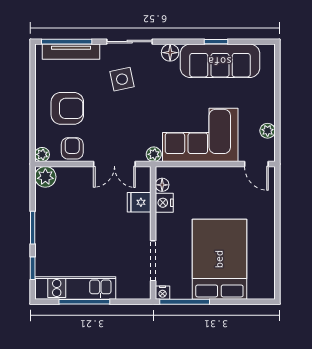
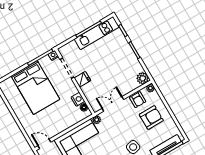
armchair: (67, 108) -> (151, 118), turned 180
fridge: (139, 202) -> (82, 79), moved

